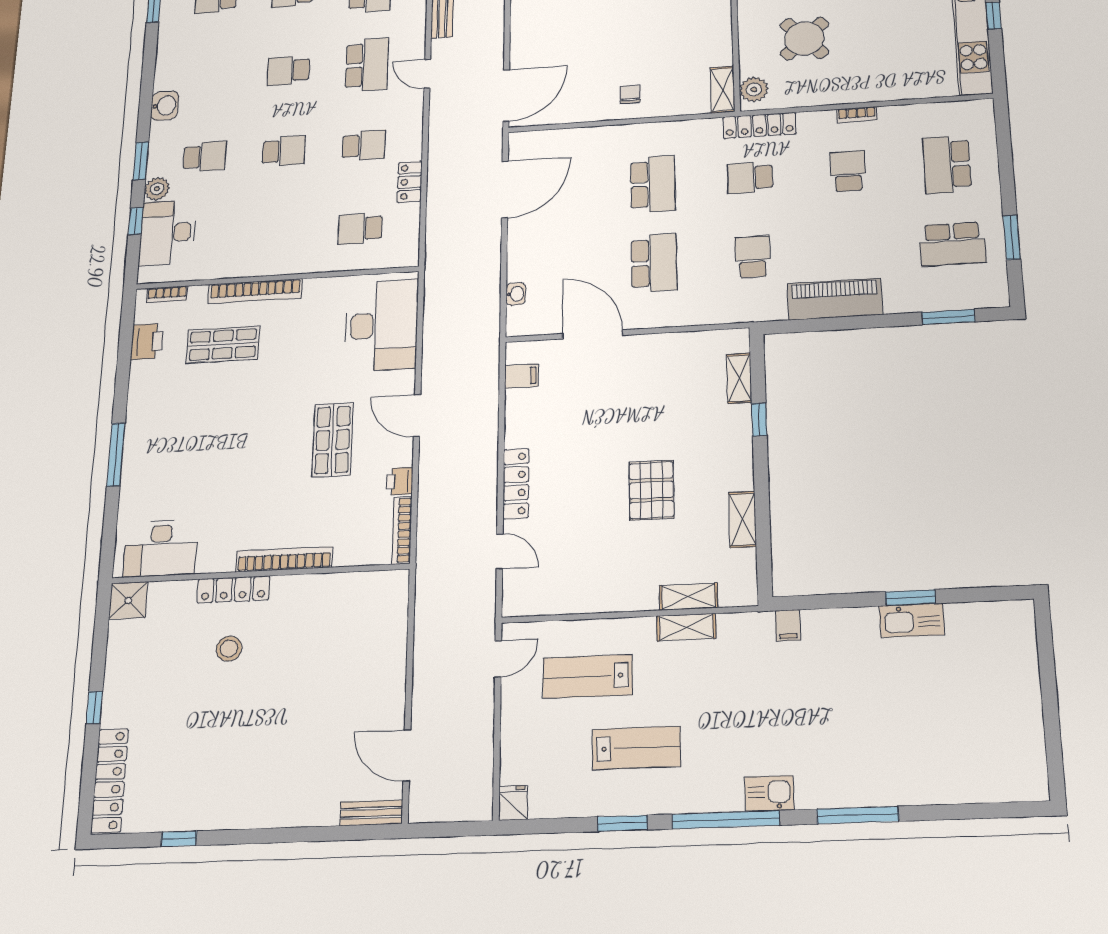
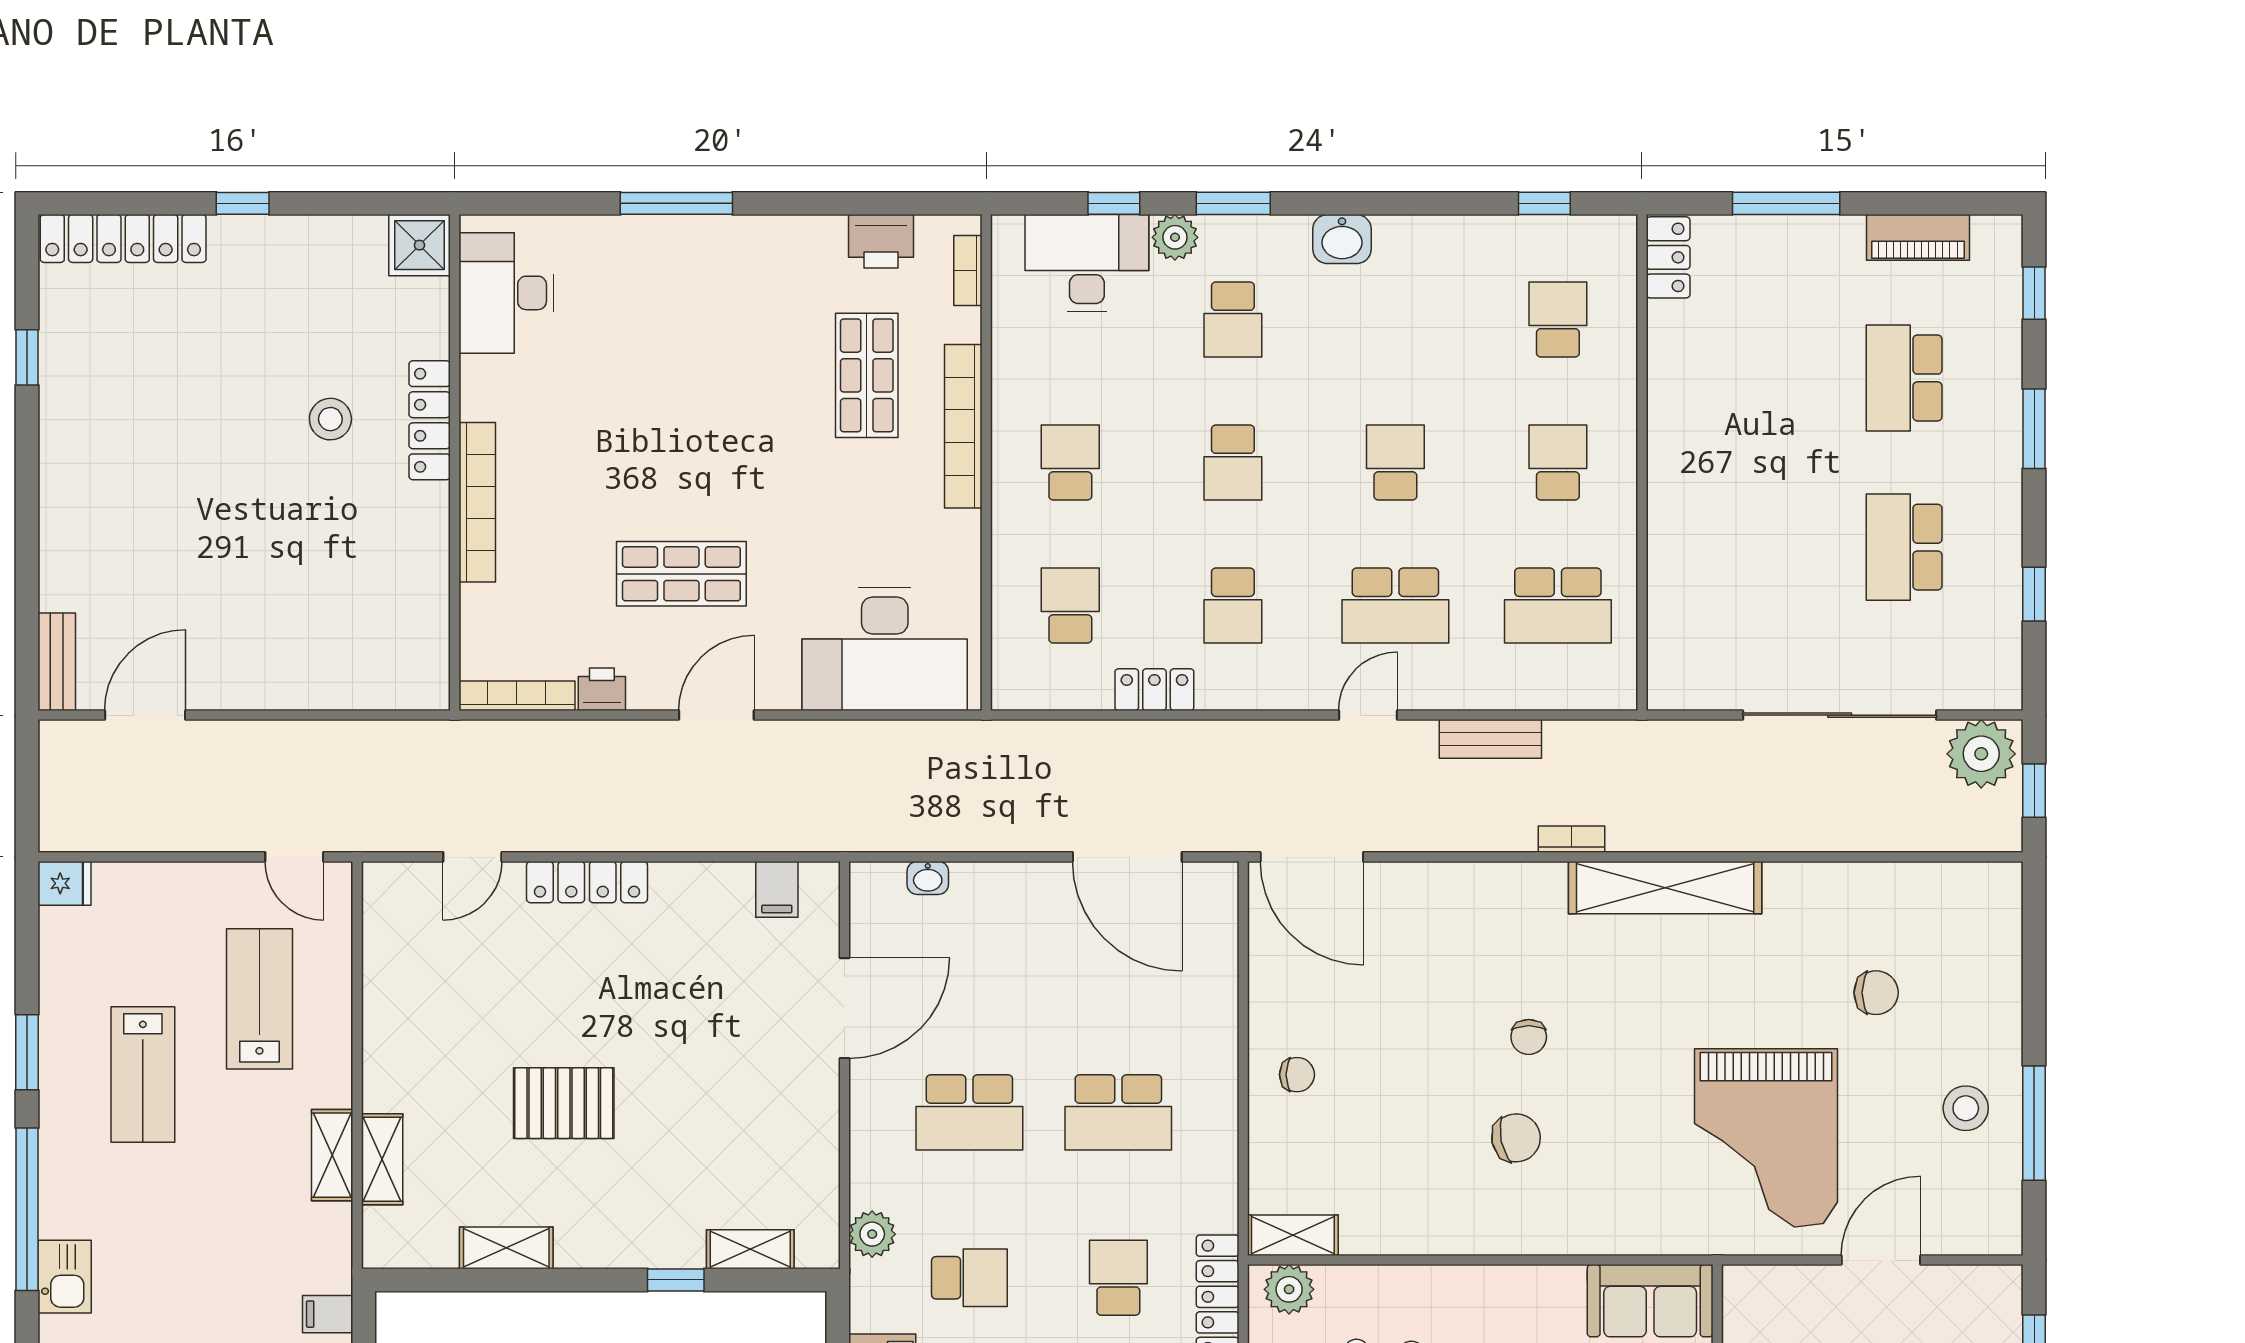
school desk: (279, 234) -> (1070, 463), added
plant: (728, 311) -> (872, 1234), added

